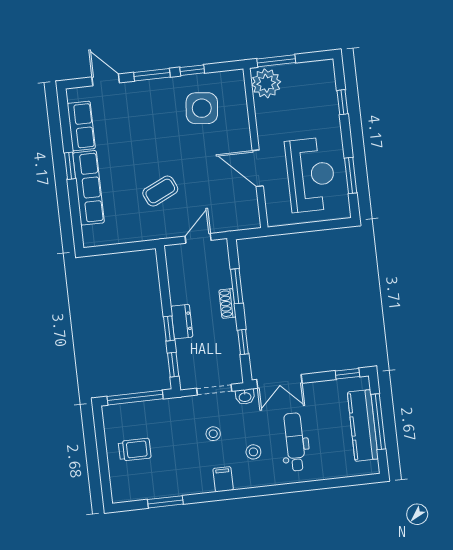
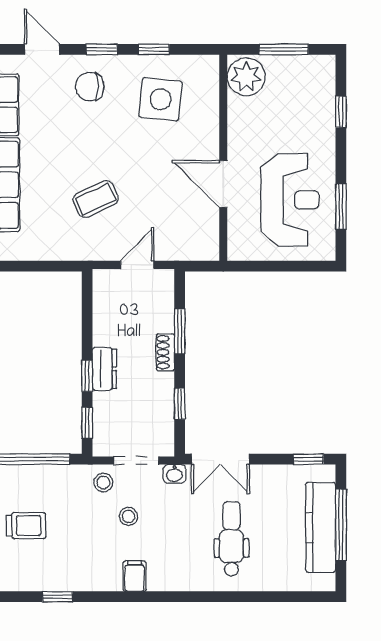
window: (276, 61) -> (284, 49), moved
window: (152, 75) -> (102, 49), width x0.67
chair: (146, 104) -> (90, 87), added
stool: (253, 452) -> (103, 482), moved
window: (165, 502) -> (58, 597), width x0.67

